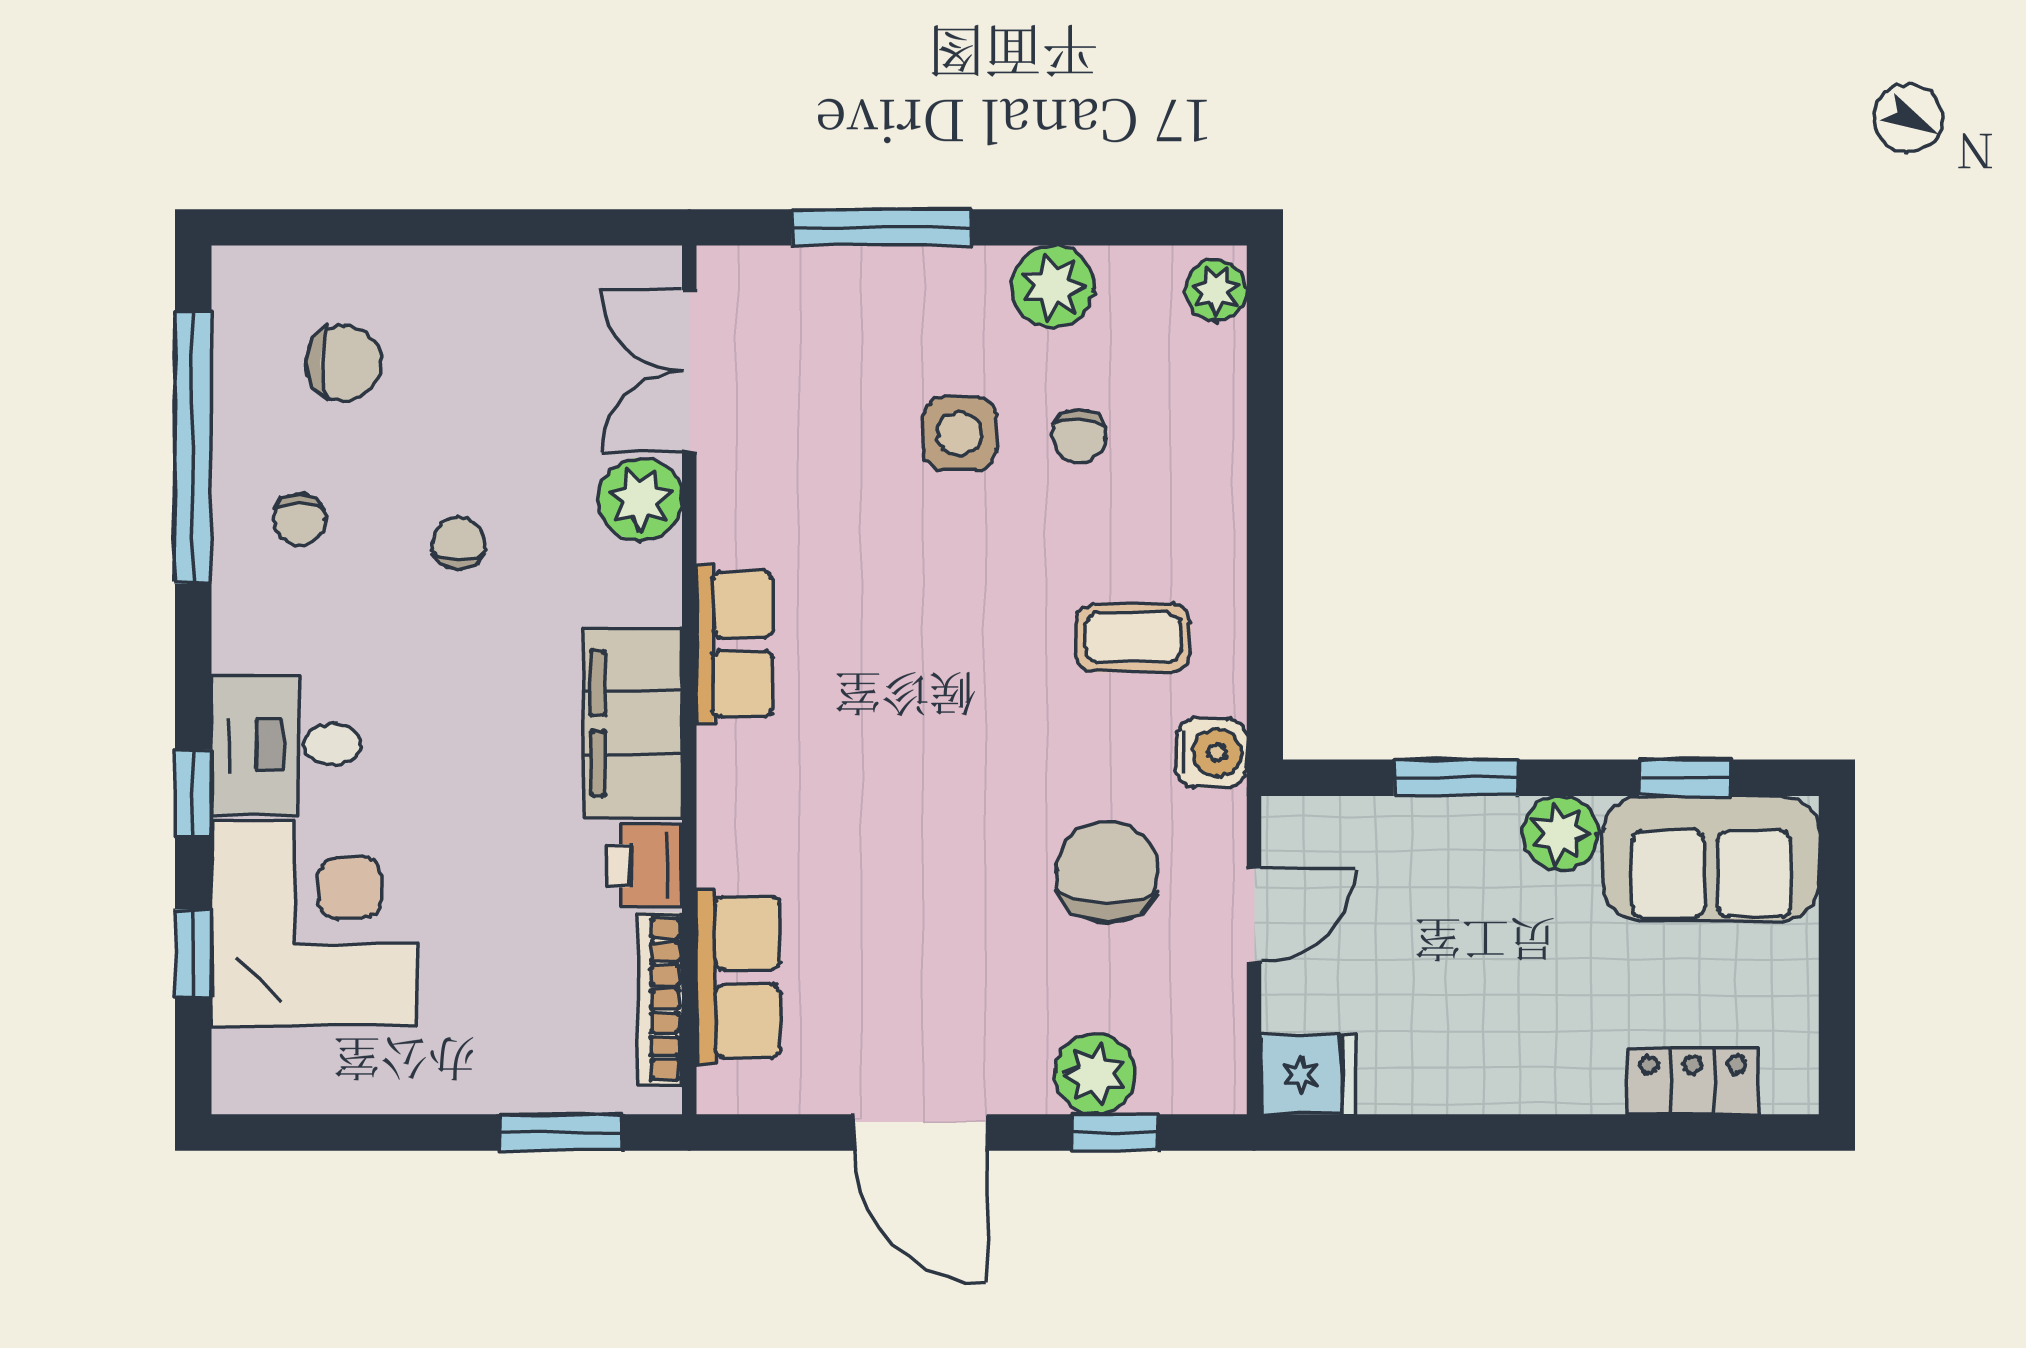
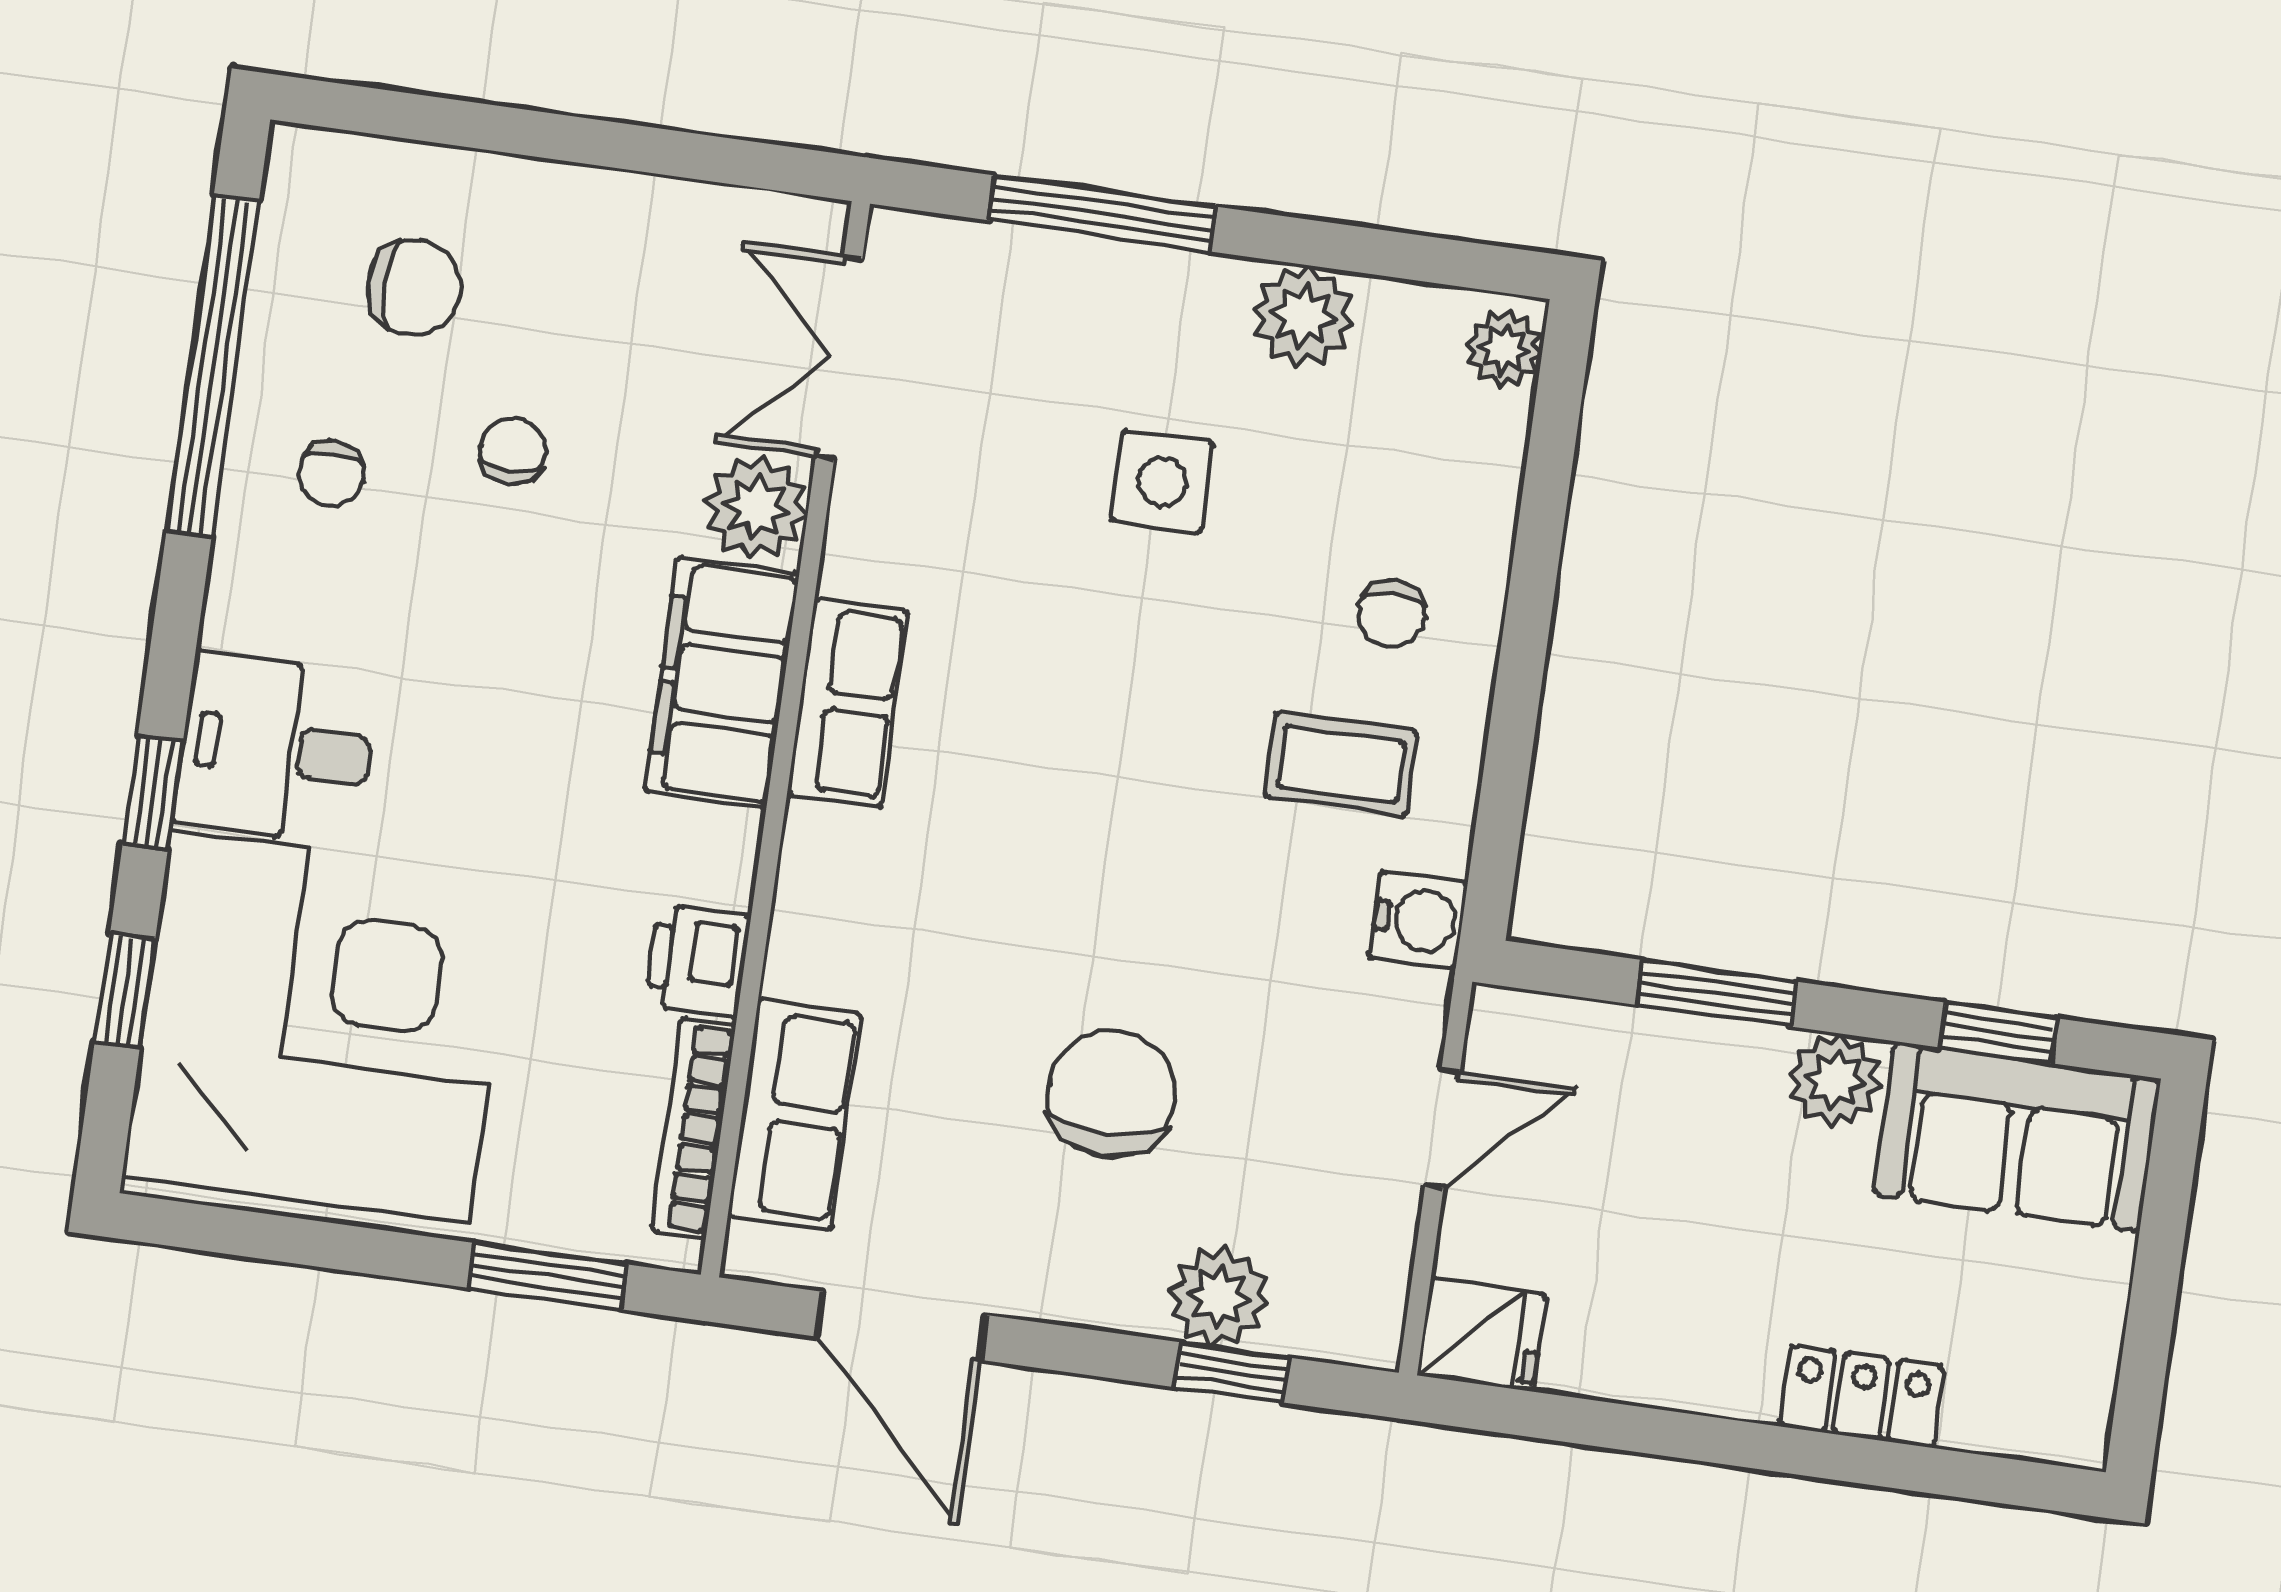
chair: (1079, 436) -> (1391, 614), moved
chair: (458, 543) -> (513, 451), moved
filing cabinet: (633, 723) -> (722, 682), moved
chair: (1107, 872) -> (1111, 1094), moved
corner desk: (315, 923) -> (320, 1027), width x1.36, depth x1.36
locker: (1693, 1081) -> (1862, 1396), moved
door: (920, 1132) -> (902, 1326), moved

